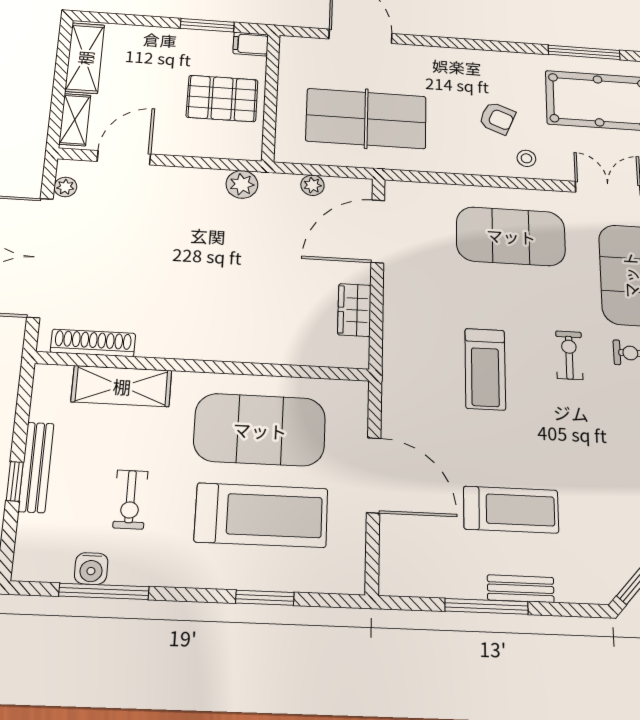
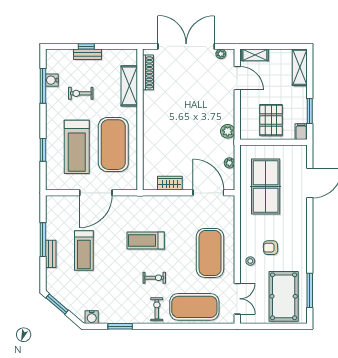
shelving: (85, 58) -> (300, 67), moved, turned 90
armchair: (497, 118) -> (271, 248), turned 67
bench: (36, 467) -> (88, 54), width x0.73

